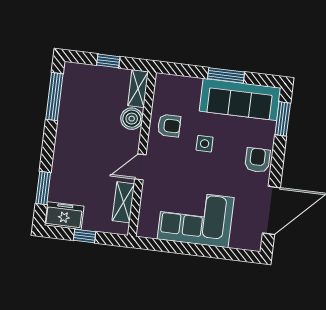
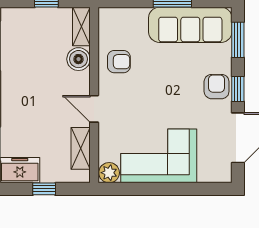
side table: (205, 144) -> (159, 76), removed
window: (277, 165) -> (238, 89), added
door: (140, 167) -> (94, 109), hinge flipped
plant: (147, 228) -> (109, 173), added

